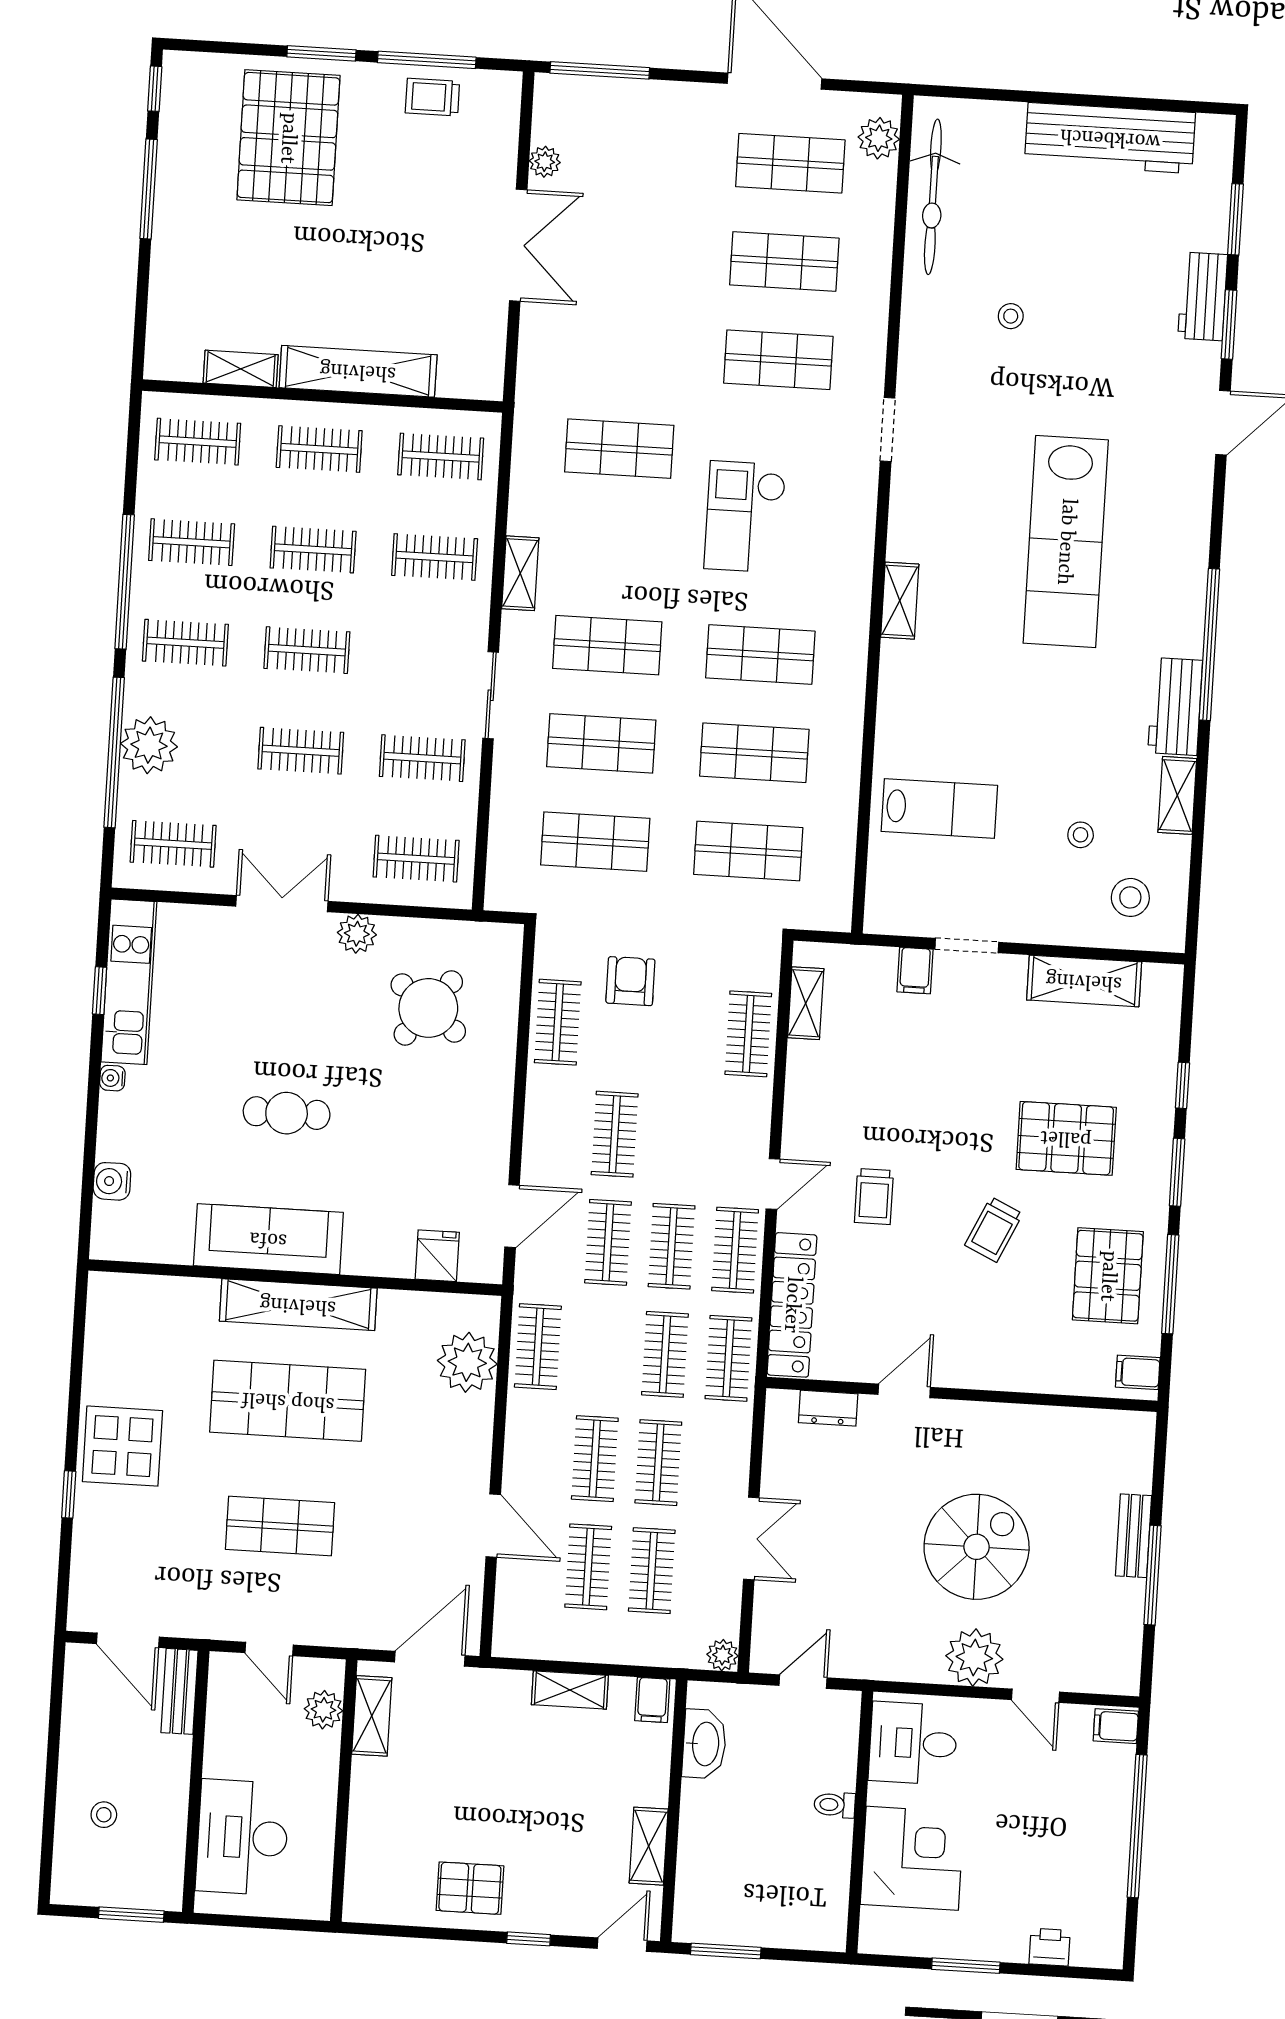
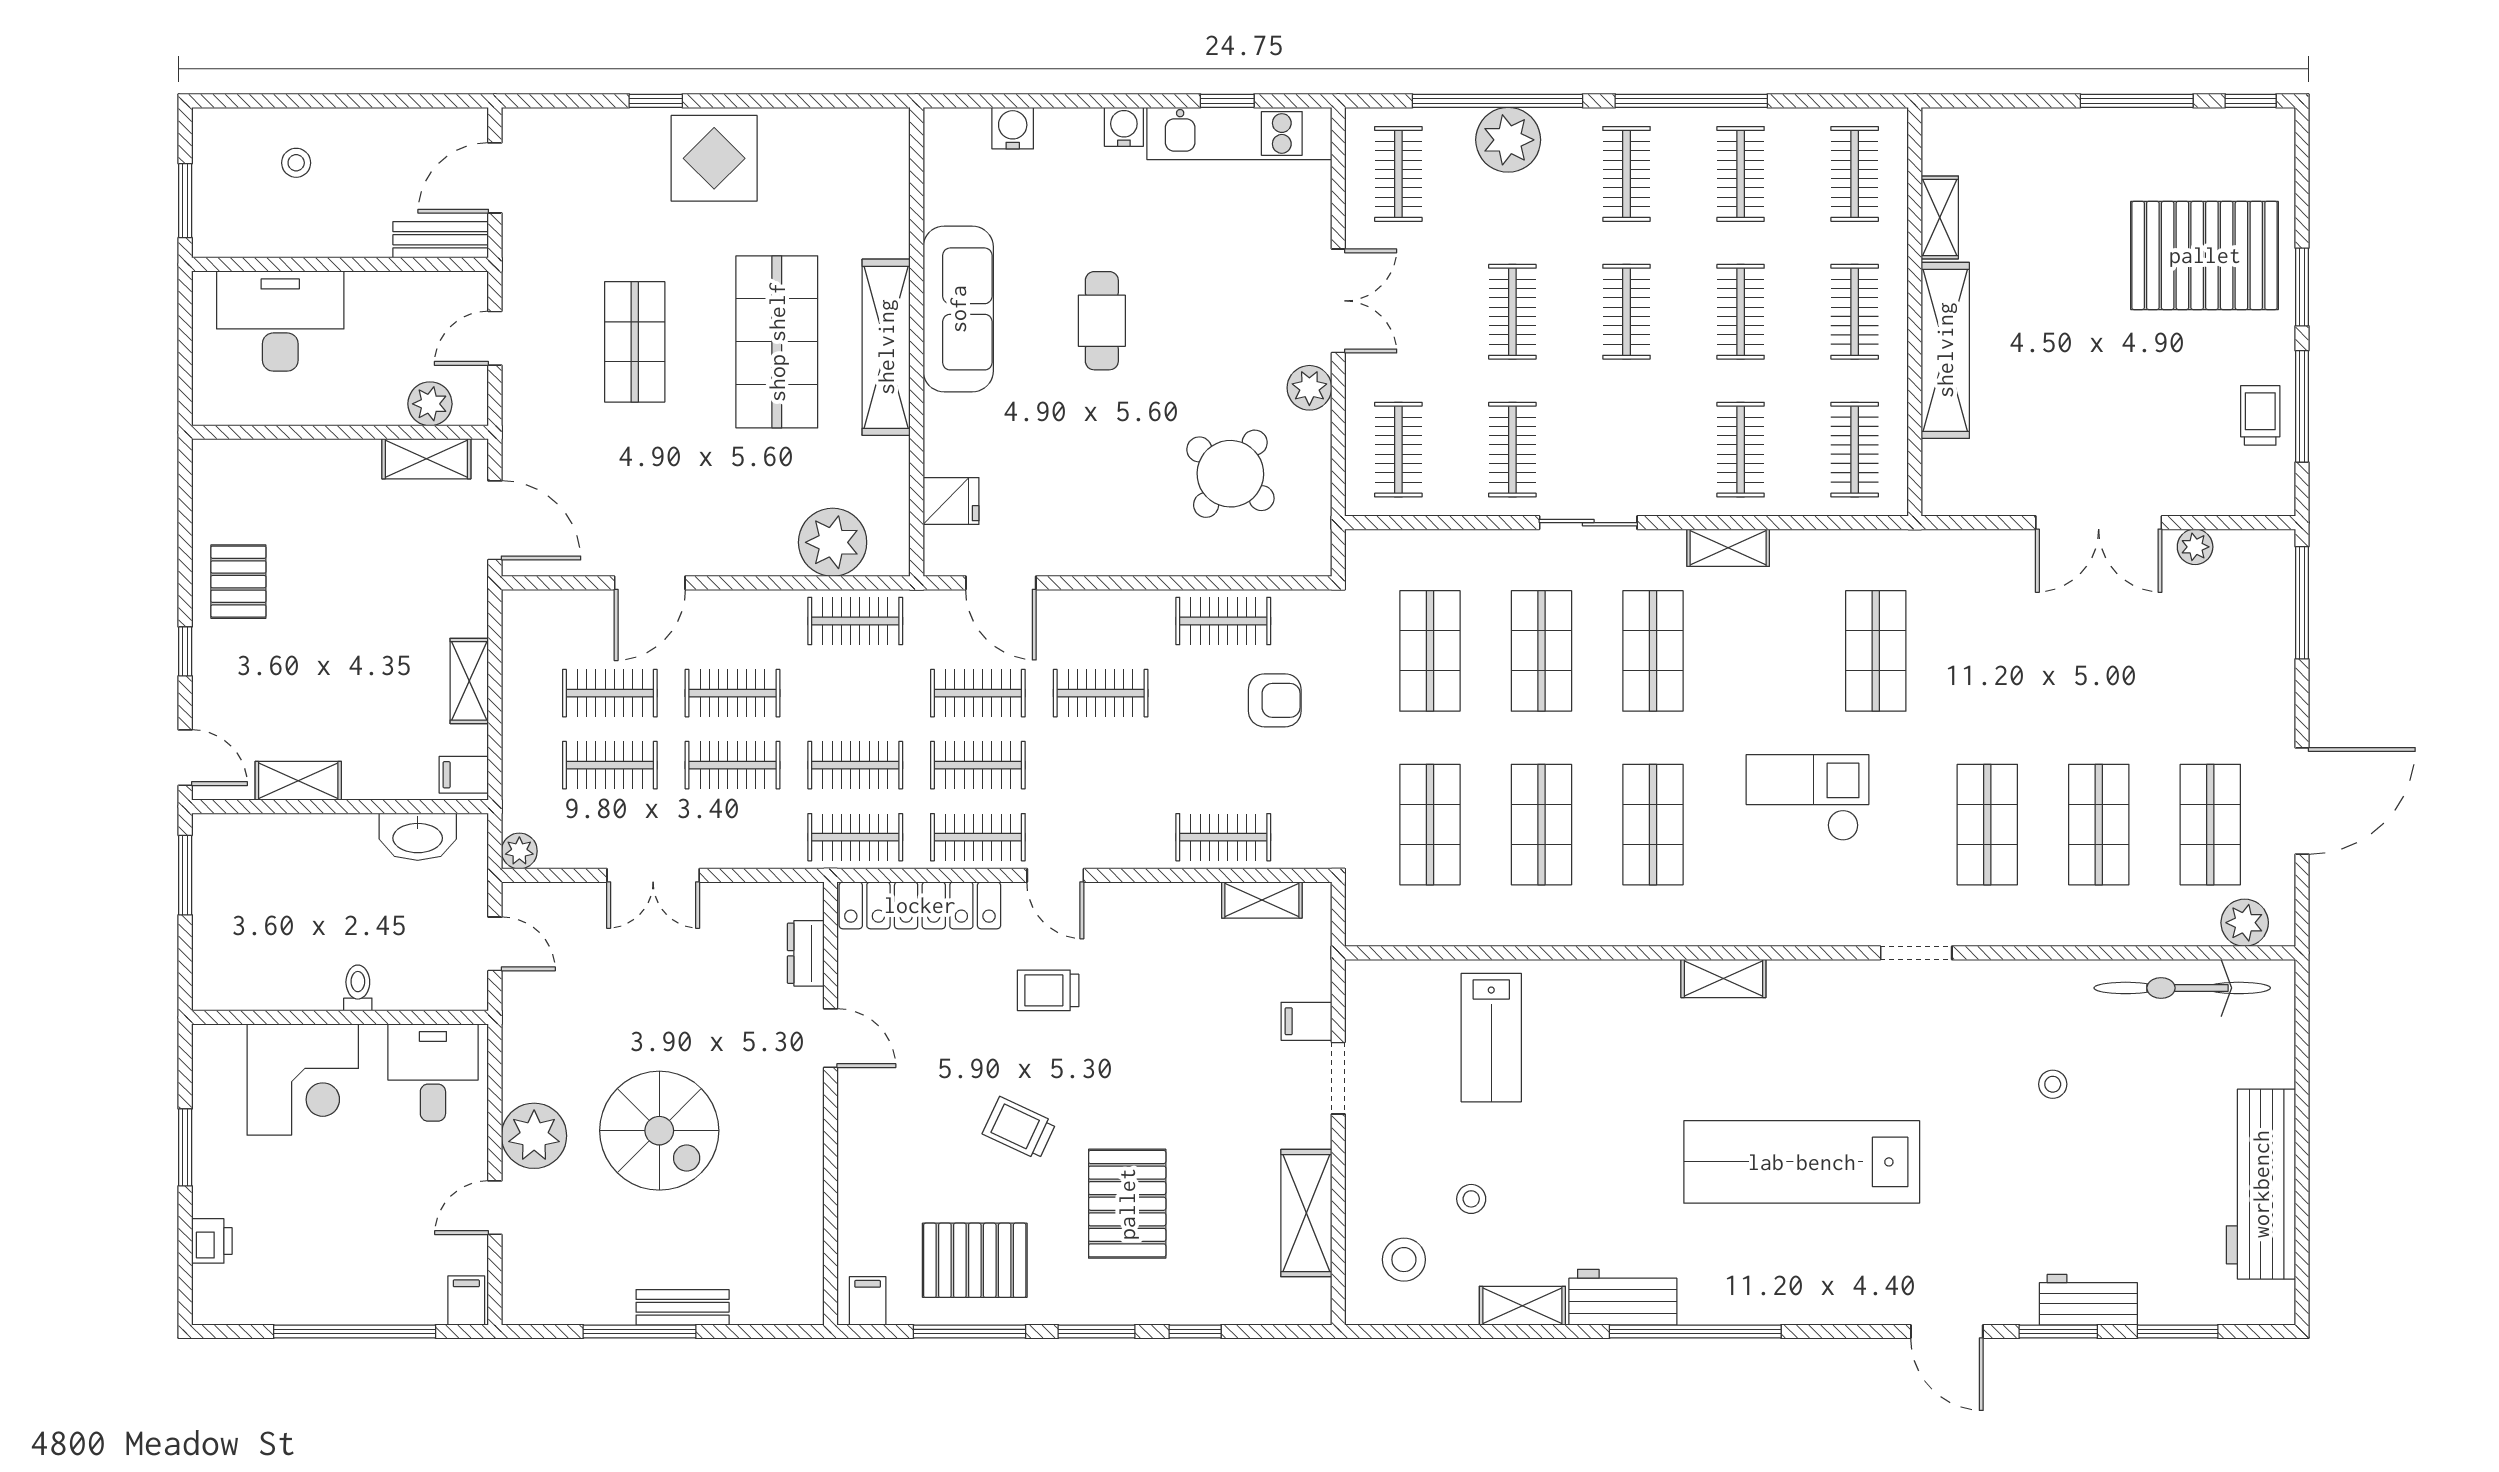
water cooler: (112, 1078) -> (1124, 127), width x1.38, depth x1.38

